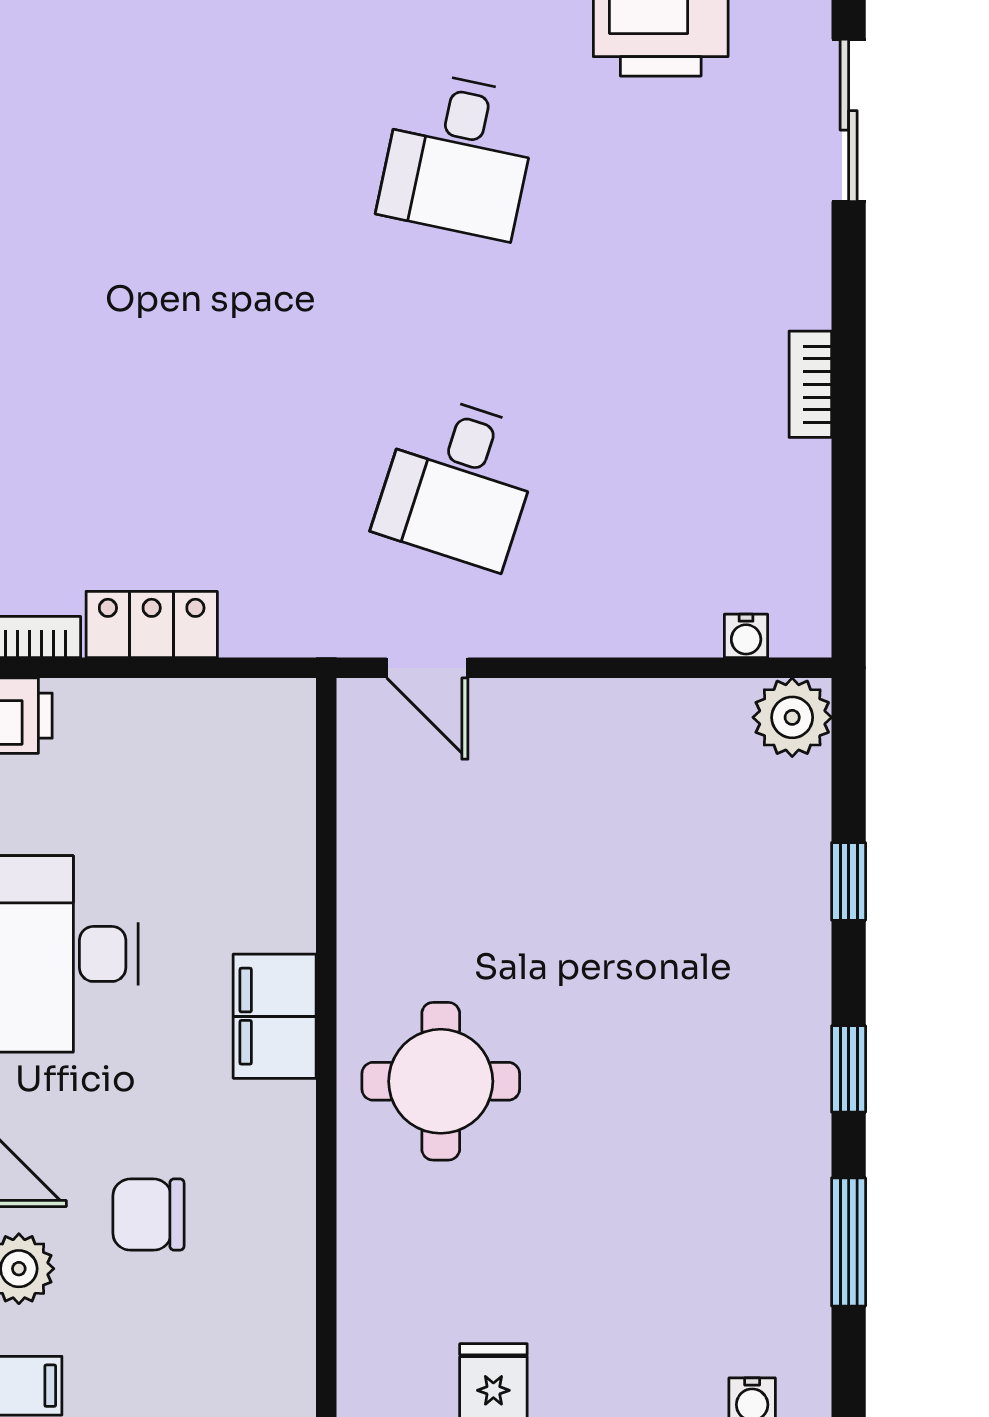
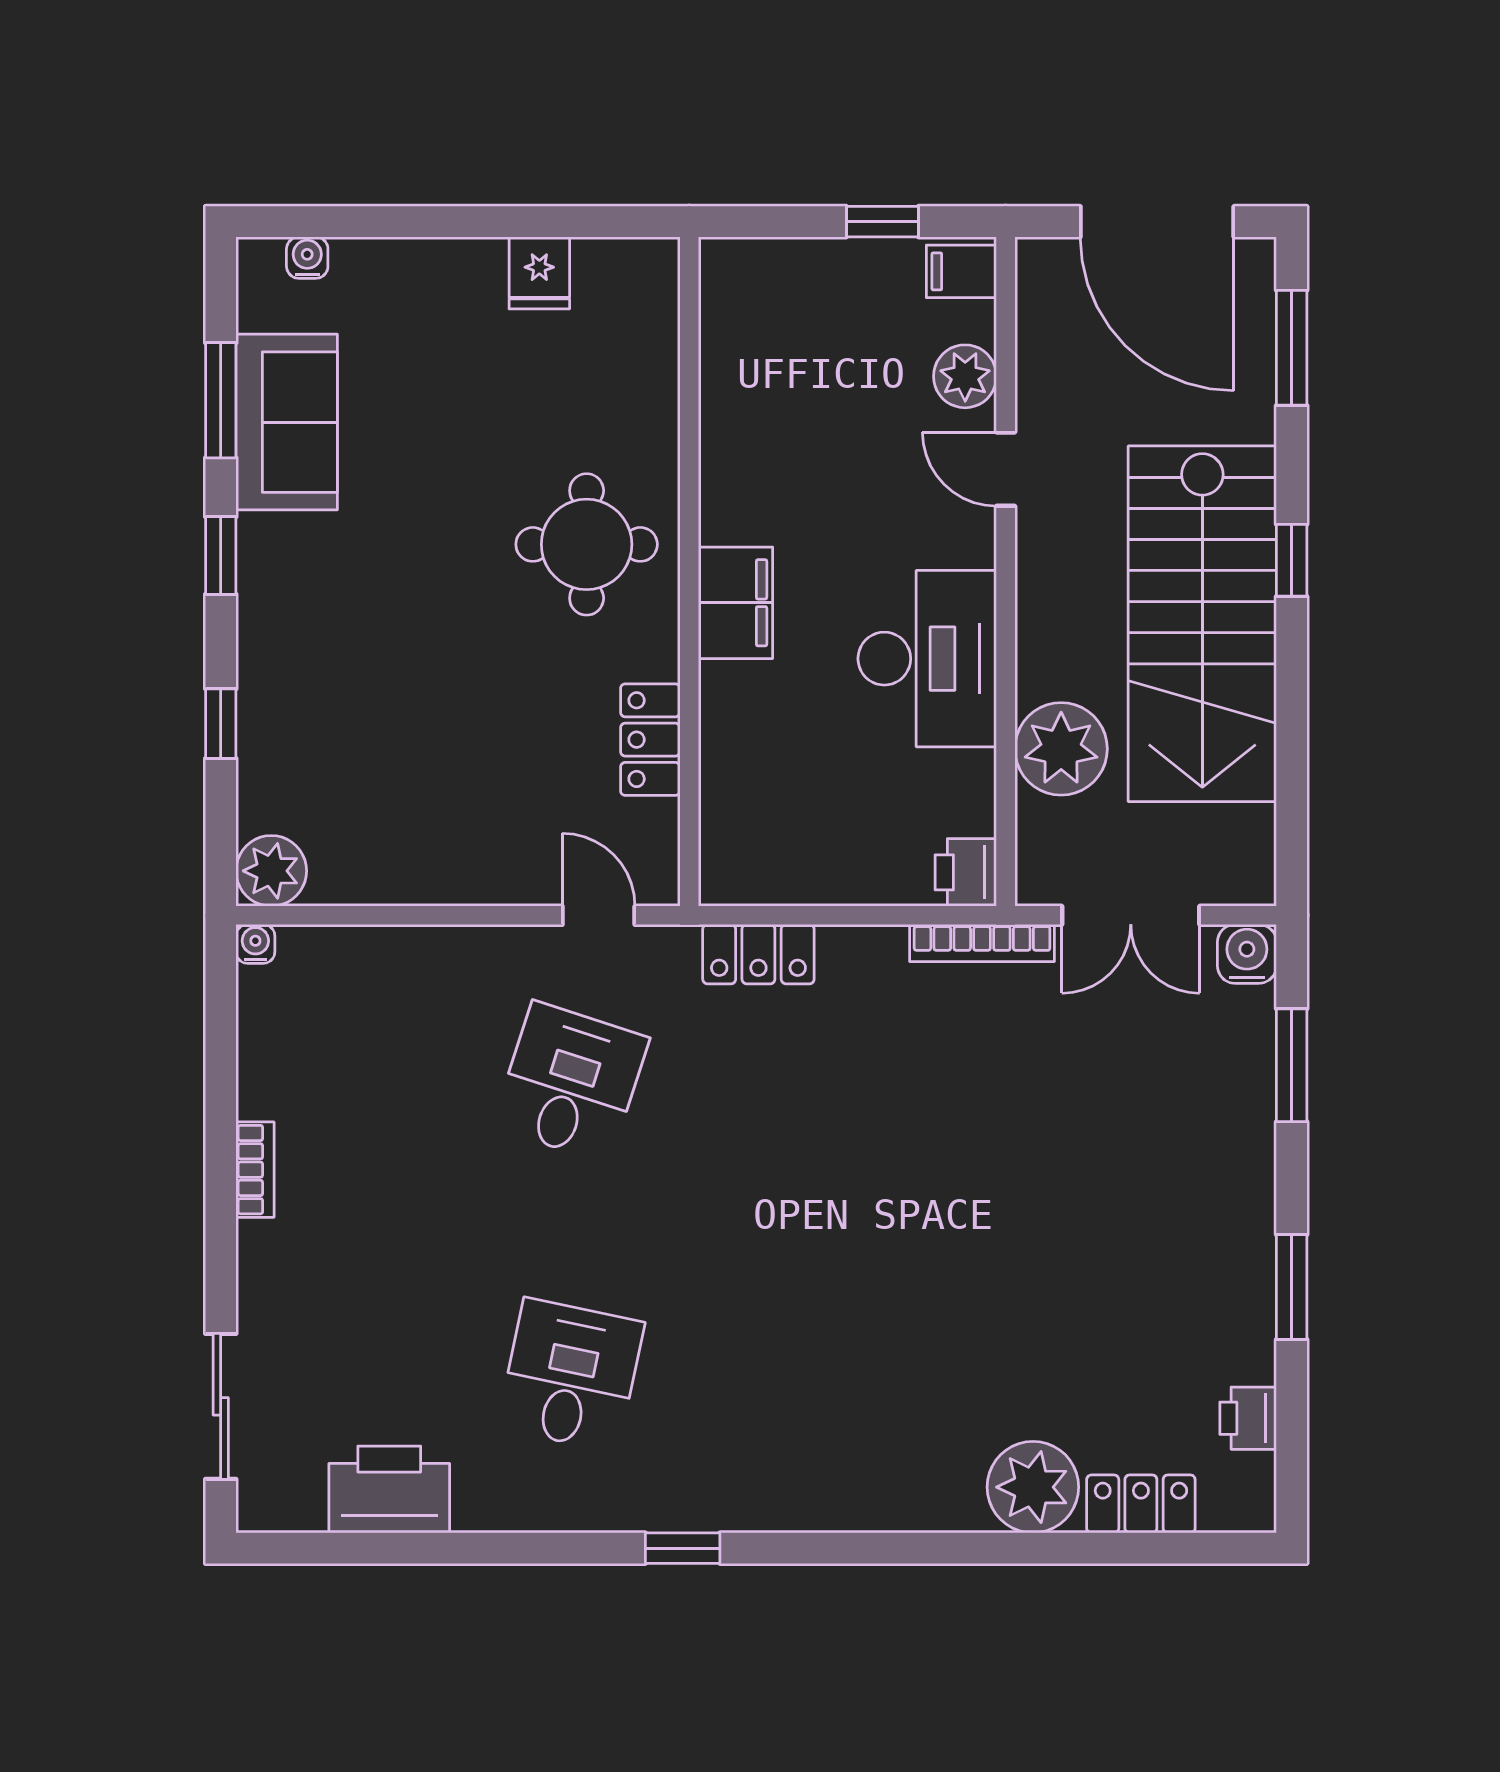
locker: (152, 624) -> (758, 954), moved
water cooler: (746, 636) -> (255, 944), moved
locker: (370, 864) -> (650, 740), added
chair: (148, 1215) -> (849, 425), removed
sofa: (775, 1218) -> (287, 422), added

